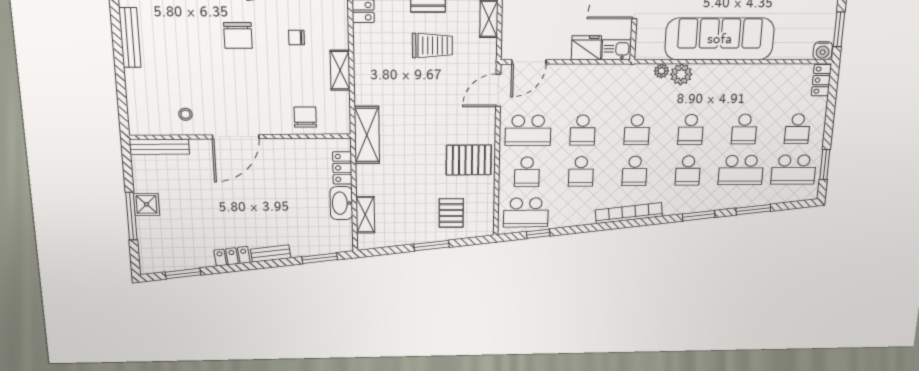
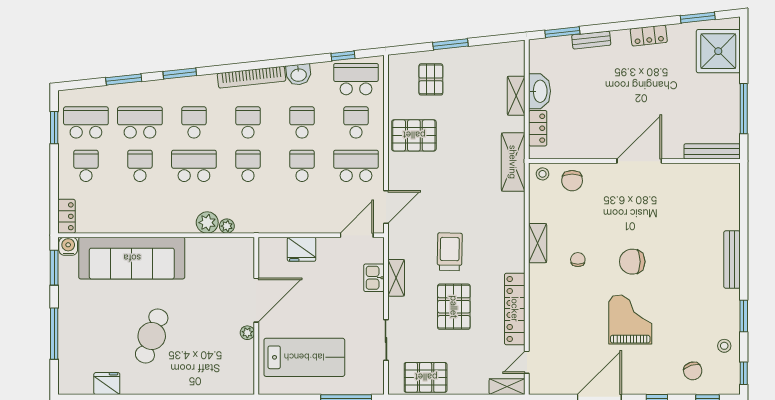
chair: (238, 35) -> (632, 262), turned -90
chair: (296, 38) -> (578, 260), turned -90
sofa: (720, 39) -> (132, 258), moved
trolley: (432, 45) -> (450, 252), turned 91
kitchen sink: (617, 50) -> (374, 278), moved, turned 90
shelving: (340, 70) -> (538, 243), moved
stool: (185, 114) -> (543, 174), moved
school desk: (691, 129) -> (194, 166), width x1.85
shower: (147, 204) -> (718, 51), moved, width x1.86, depth x1.86
shelving: (365, 215) -> (516, 96), moved
window: (131, 216) -> (744, 109), moved
washbasin: (583, 216) -> (299, 75), added
bench: (271, 254) -> (591, 40), moved

